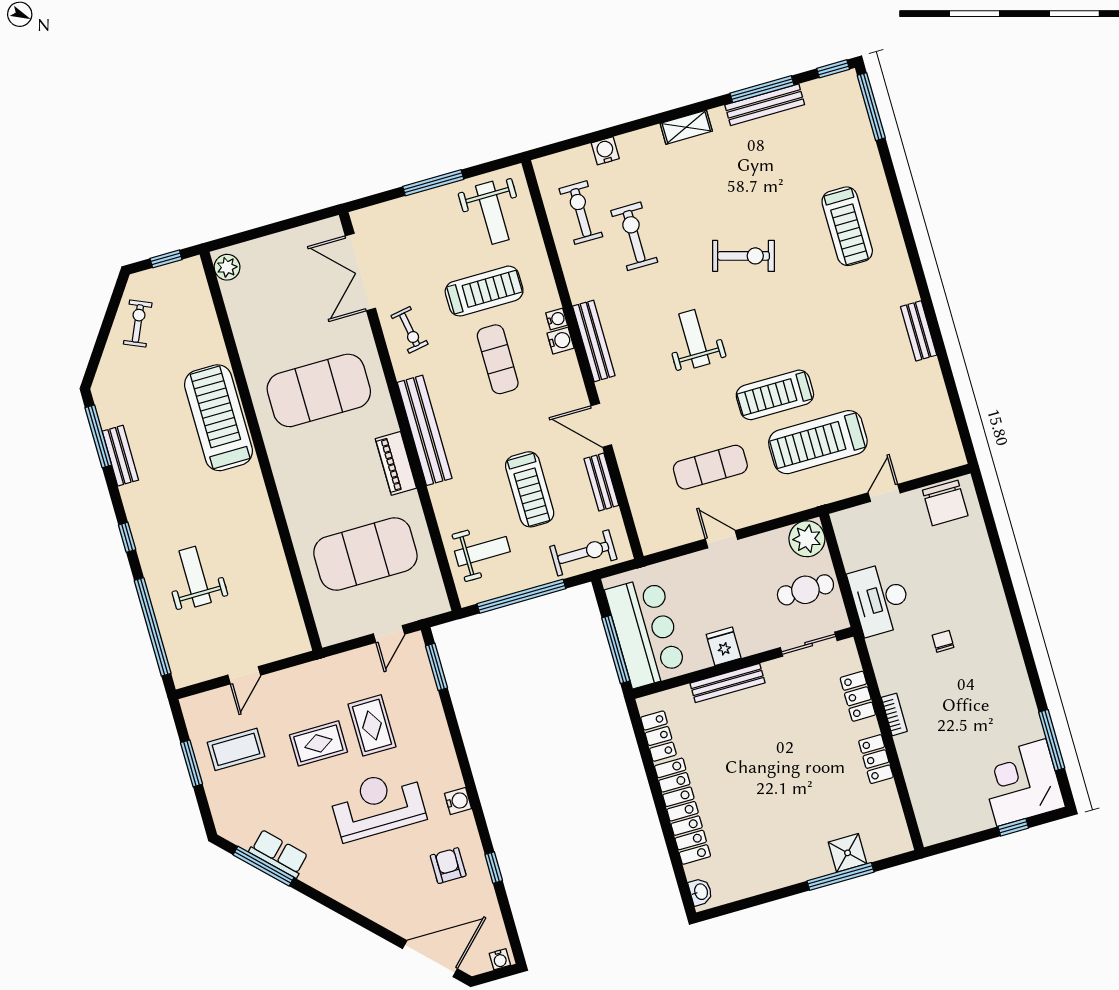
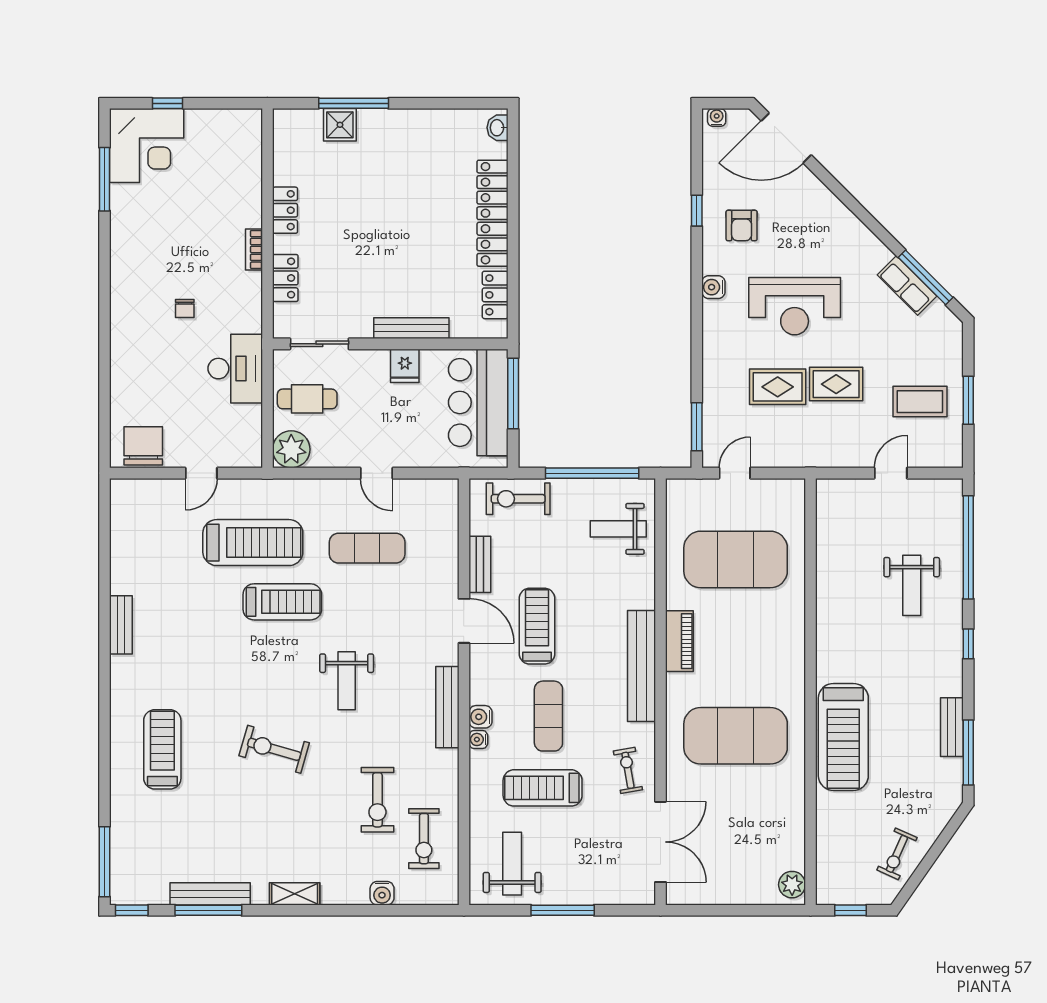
treadmill: (530, 489) -> (537, 626), moved
rug: (372, 725) -> (778, 387), turned 90

